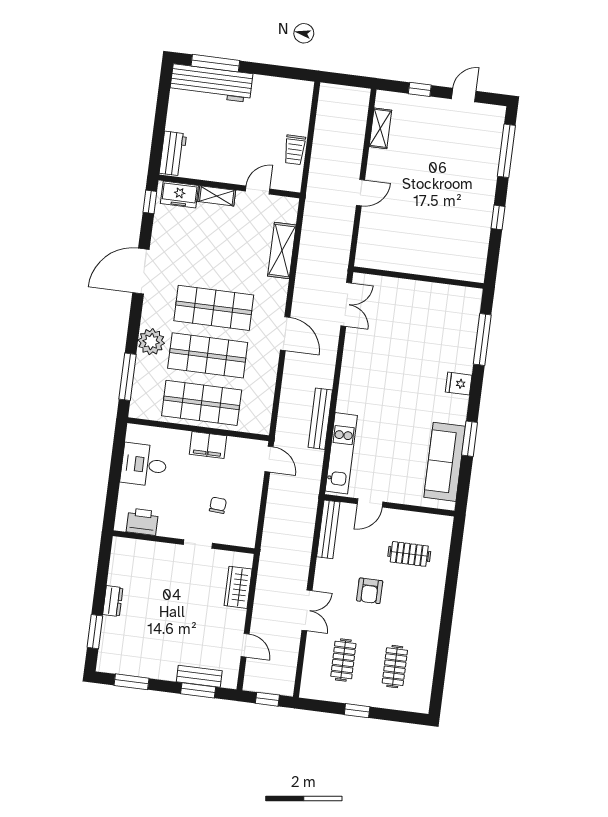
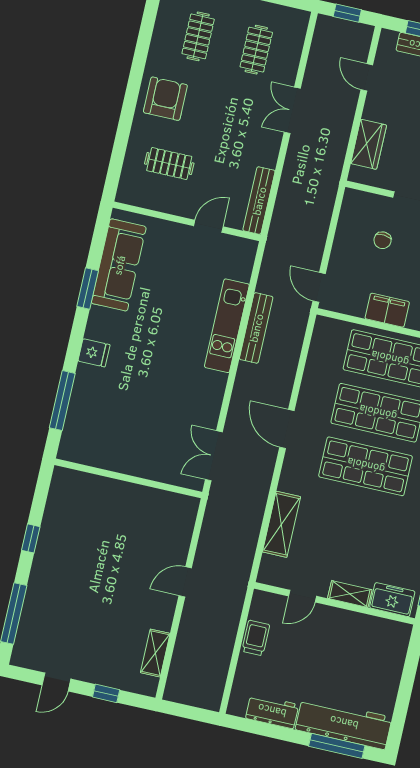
workbench: (173, 154) -> (272, 711), moved, turned 90
kitchen unit: (341, 453) -> (227, 326), moved
armchair: (370, 591) -> (165, 99), moved, width x1.38, depth x1.38

